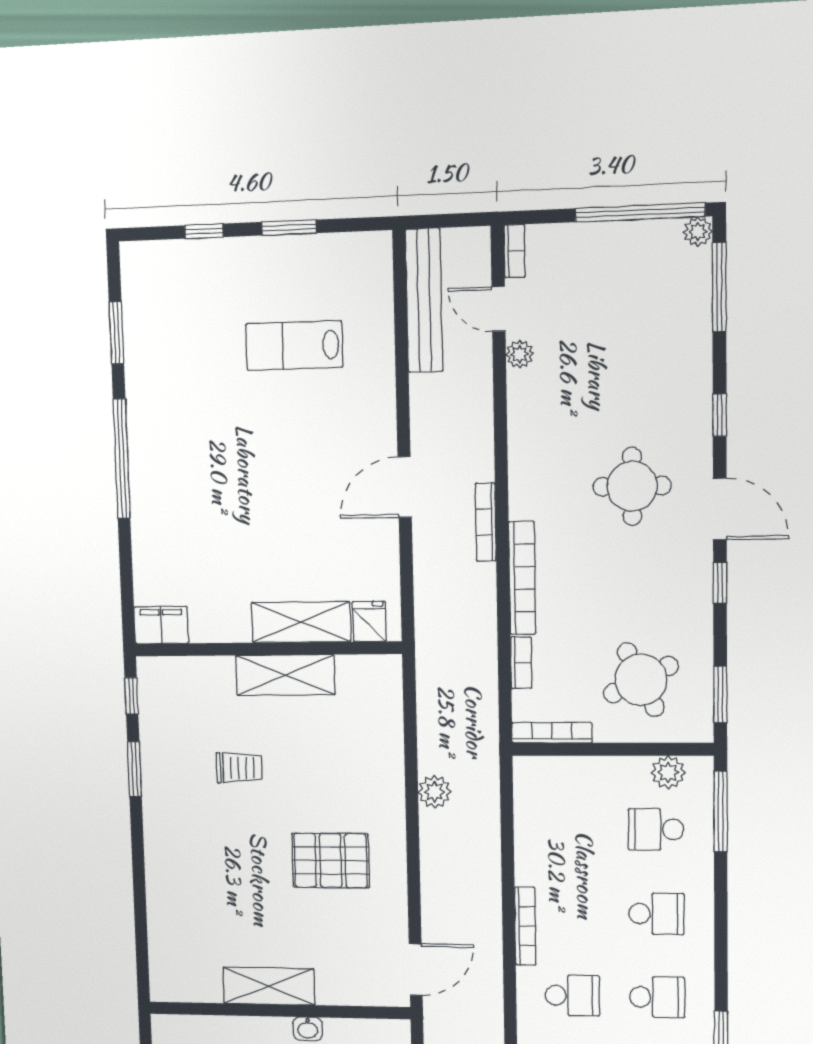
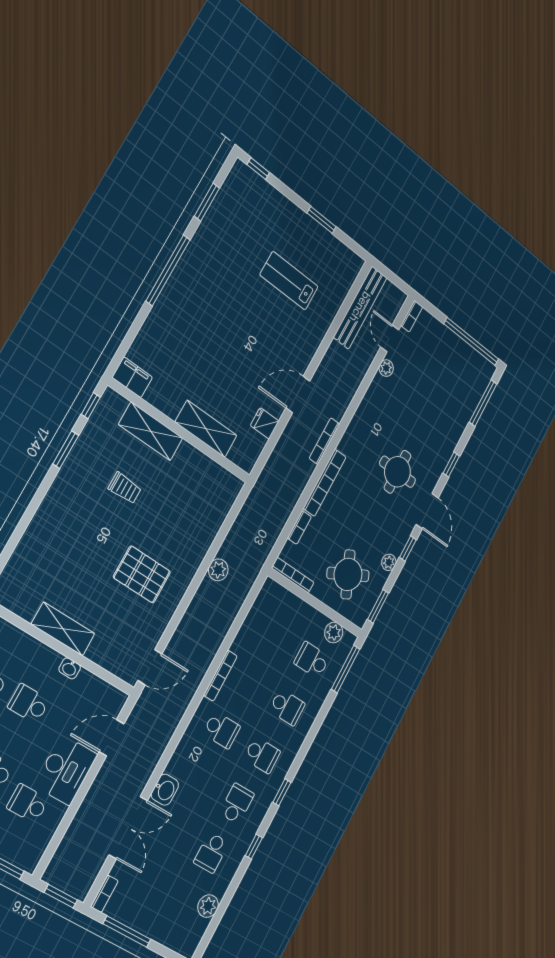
window: (204, 231) -> (258, 169), moved
plant: (698, 232) -> (389, 562), moved
fridge: (369, 621) -> (265, 423), moved, turned -90
shelving: (285, 675) -> (151, 431), moved

